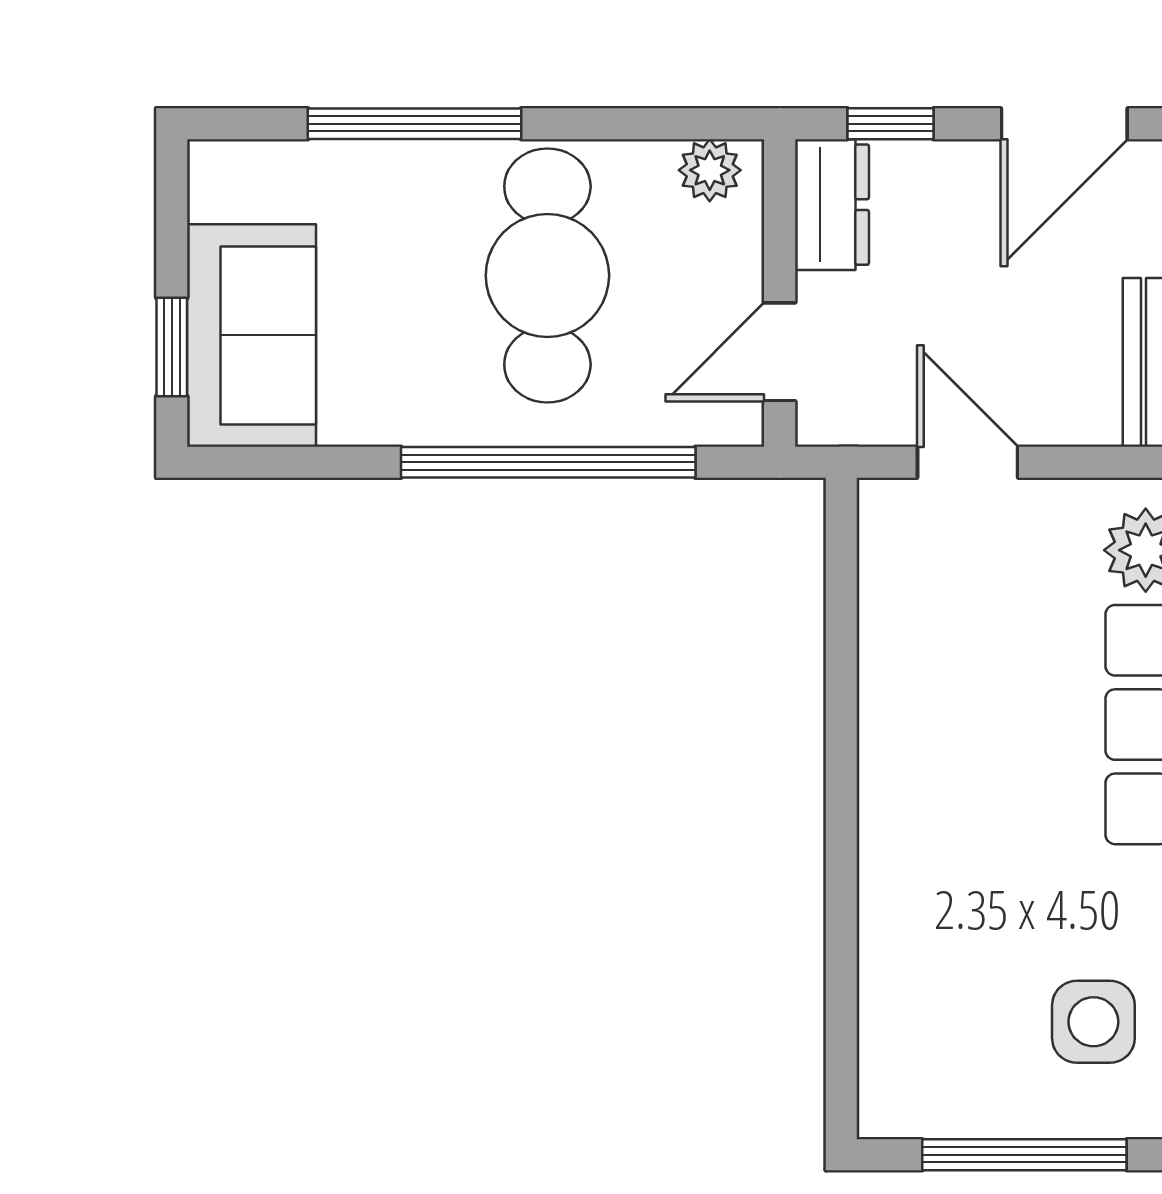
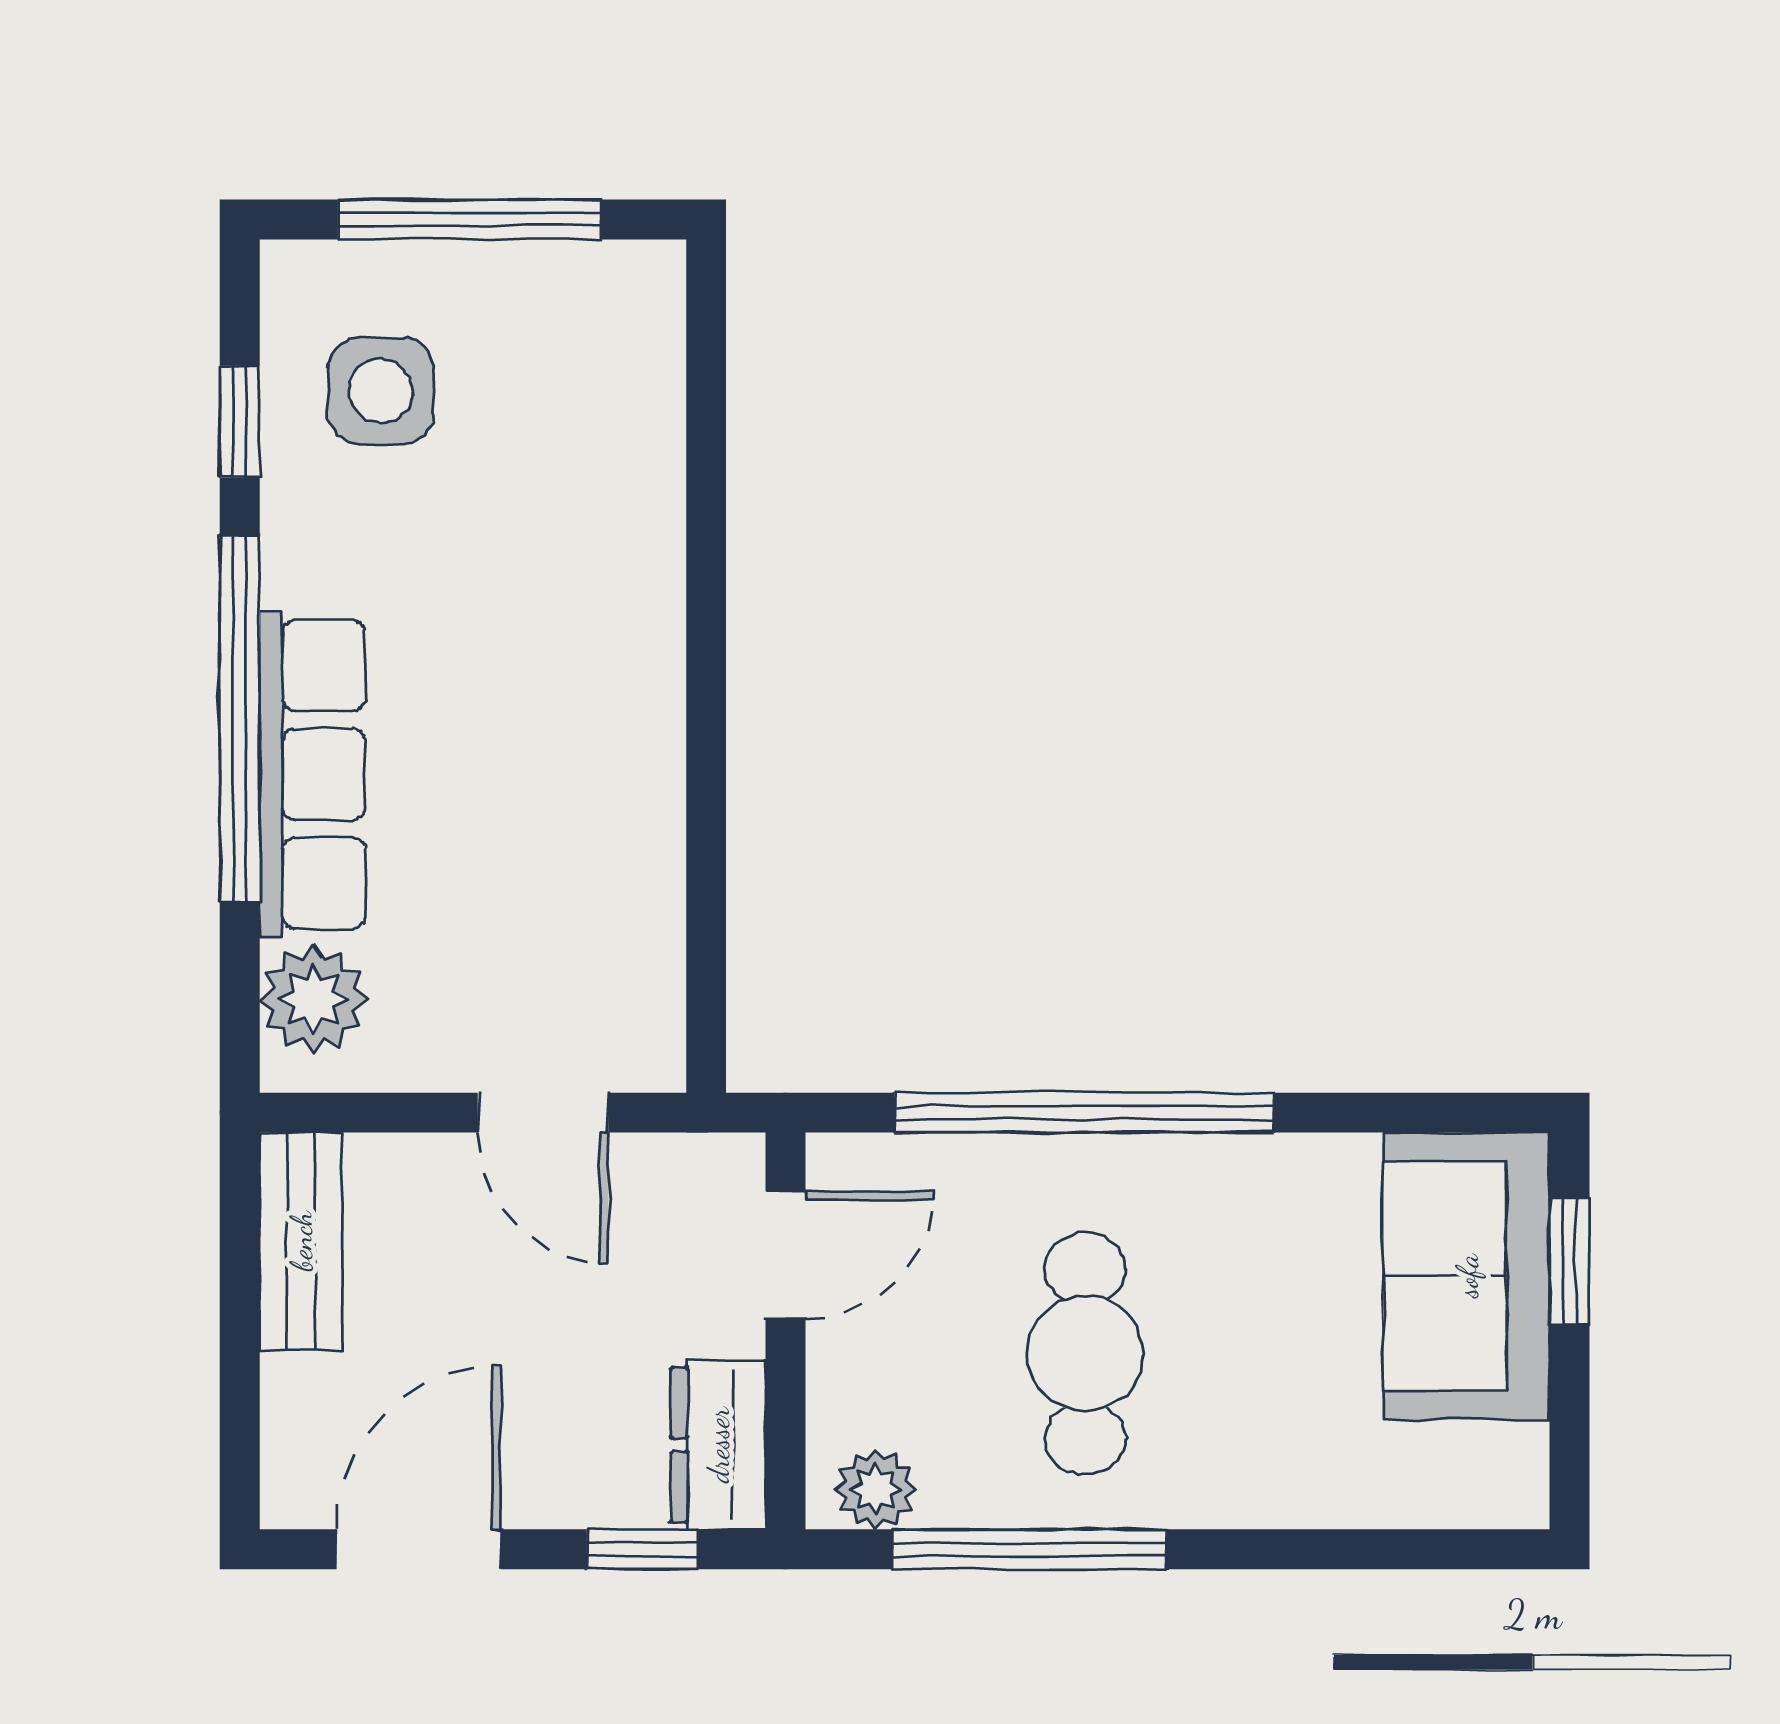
window: (414, 124) -> (1029, 1549), moved
cafe table: (547, 276) -> (1085, 1353), width x0.73, depth x0.74

